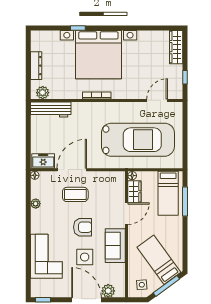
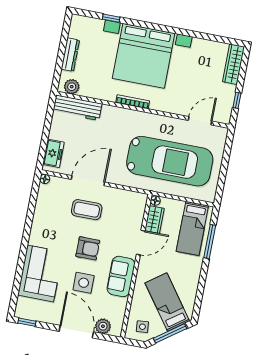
window: (78, 28) -> (111, 18), moved
freezer: (43, 161) -> (53, 153), moved, turned 90
plant: (36, 204) -> (39, 211), removed

